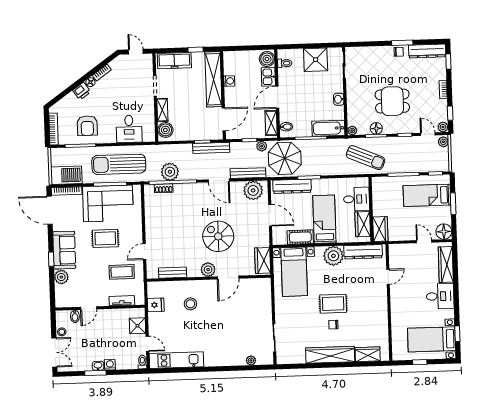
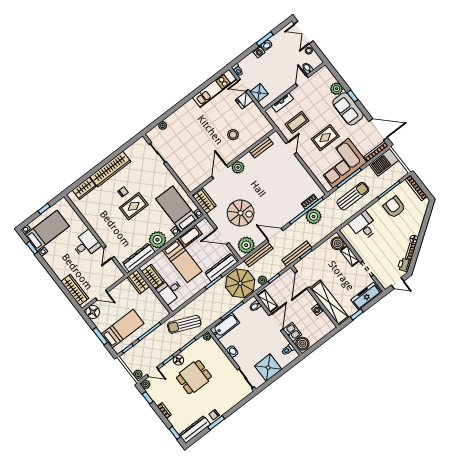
printer: (82, 91) -> (404, 265), moved
floor lamp: (376, 128) -> (178, 360), moved
sun lounger: (119, 164) -> (353, 196), width x0.73, depth x0.75
spiral stairs: (218, 236) -> (241, 213), moved
desk: (440, 296) -> (86, 244), moved, turned 180
fridge: (156, 305) -> (244, 100), moved

